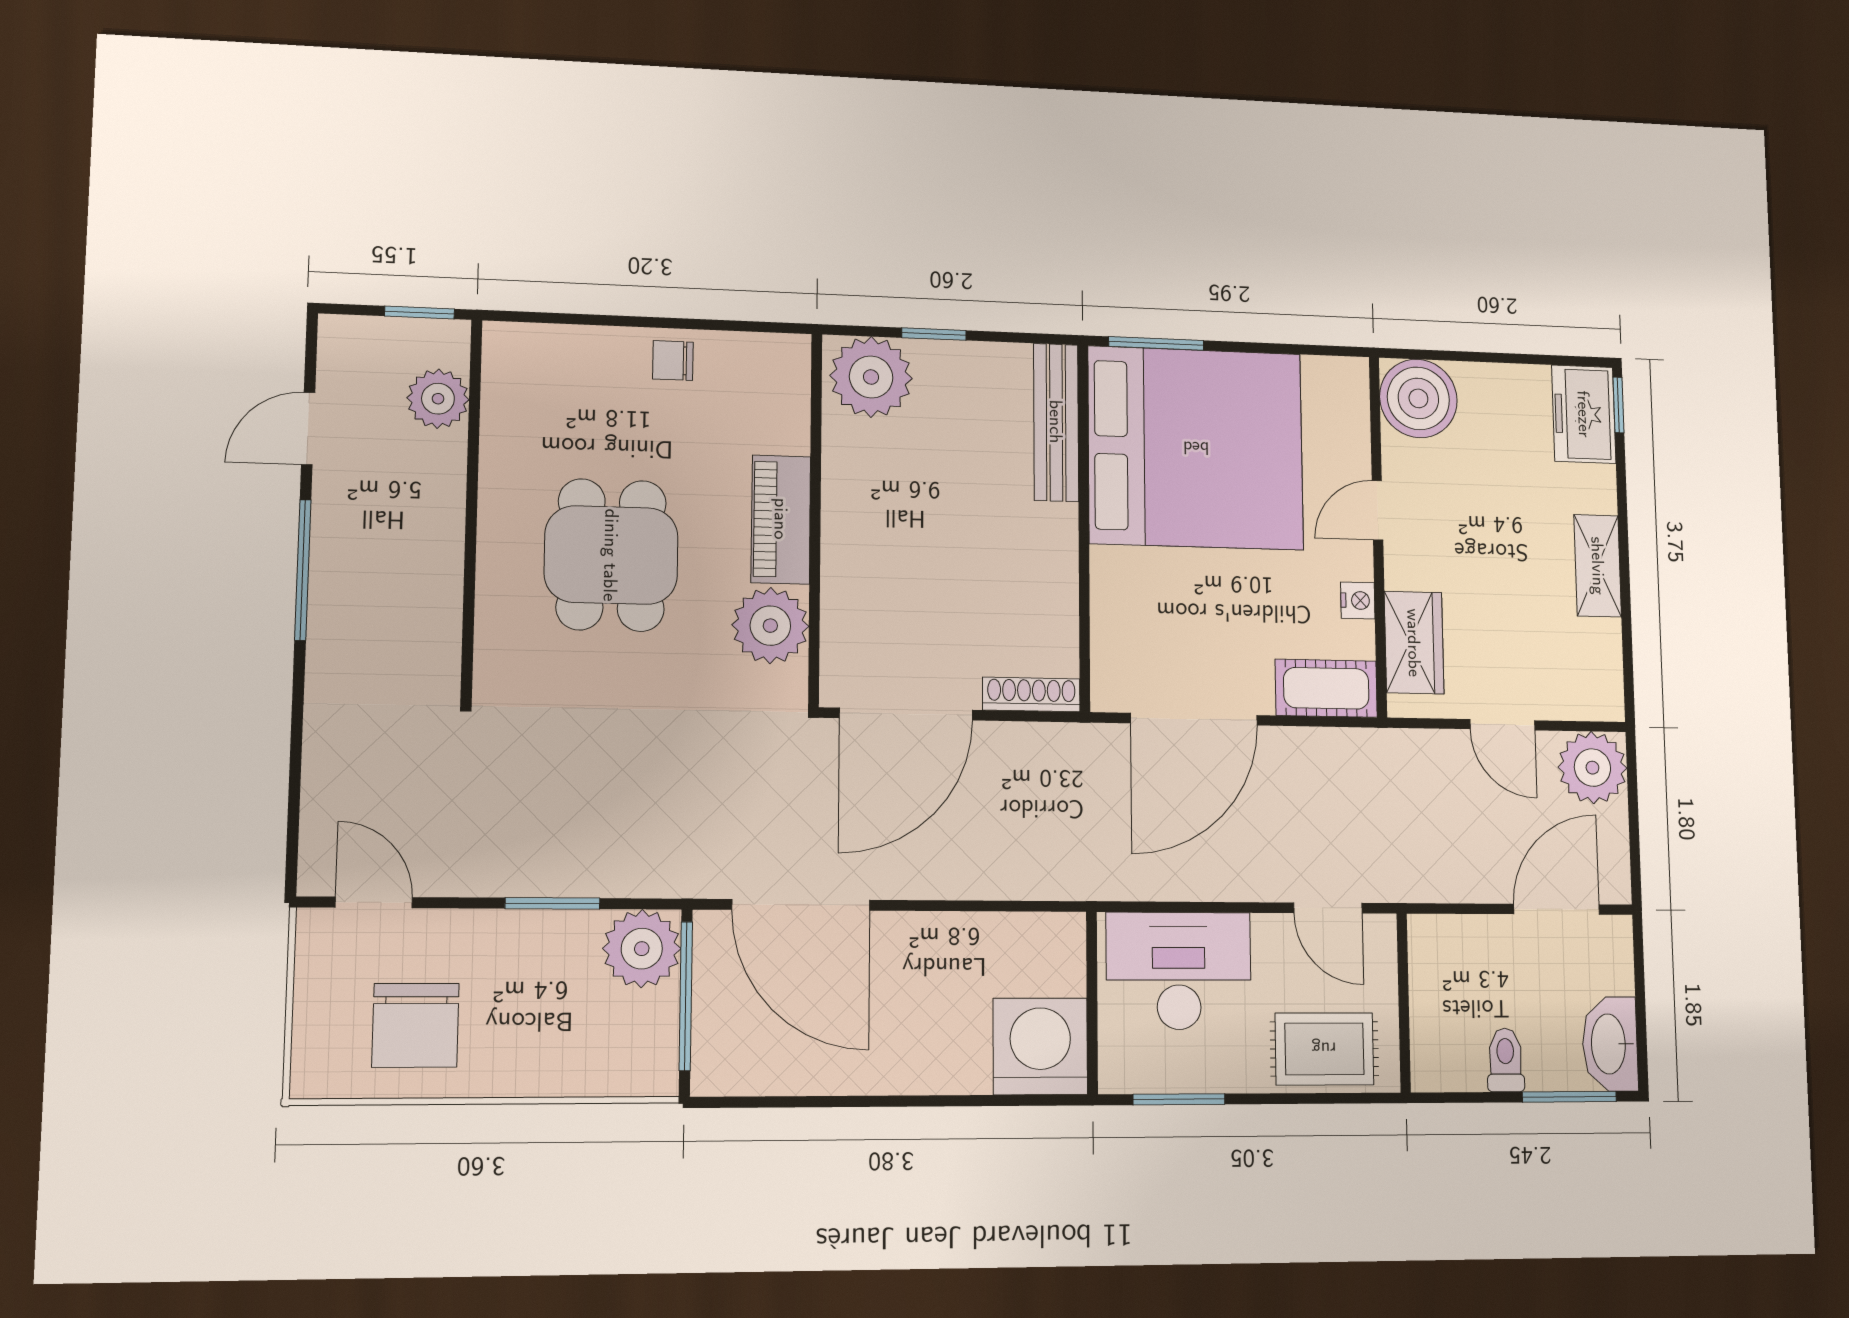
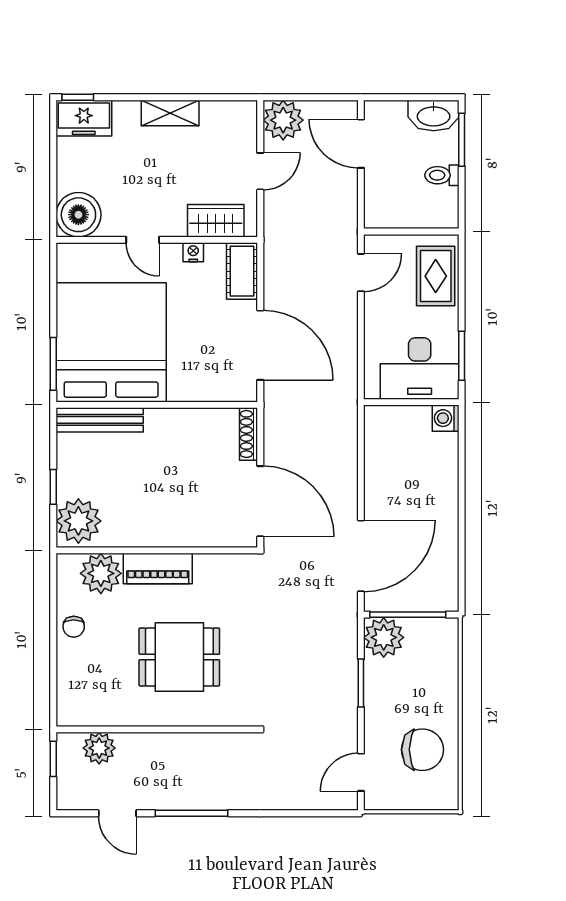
plant: (770, 626) -> (101, 573), moved
desk: (1179, 971) -> (420, 368), moved, turned -90
washing machine: (1040, 1046) -> (446, 418), width x0.53, depth x0.53

